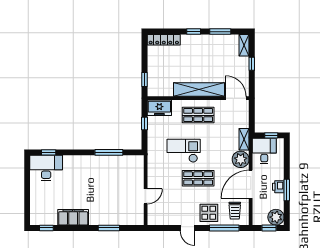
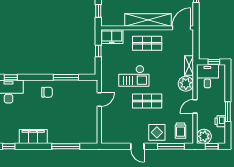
door: (236, 98) -> (182, 28), hinge flipped
checkout: (184, 151) -> (134, 76), turned 180
chair: (88, 169) -> (47, 92), added
door: (251, 184) -> (195, 106), width x0.53
printer: (278, 187) -> (220, 121), moved
door: (146, 196) -> (99, 99), moved
plant: (276, 217) -> (204, 136), moved
window: (109, 228) -> (66, 146), width x1.44

